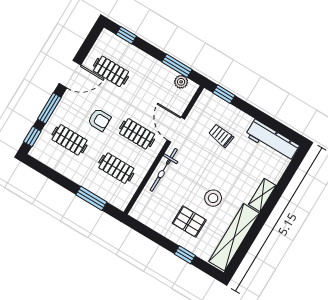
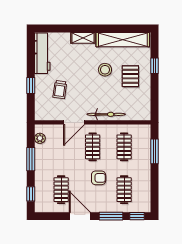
window: (177, 66) -> (31, 159), moved
window: (224, 94) -> (31, 86), moved
armchair: (99, 120) -> (99, 178), turned 90

